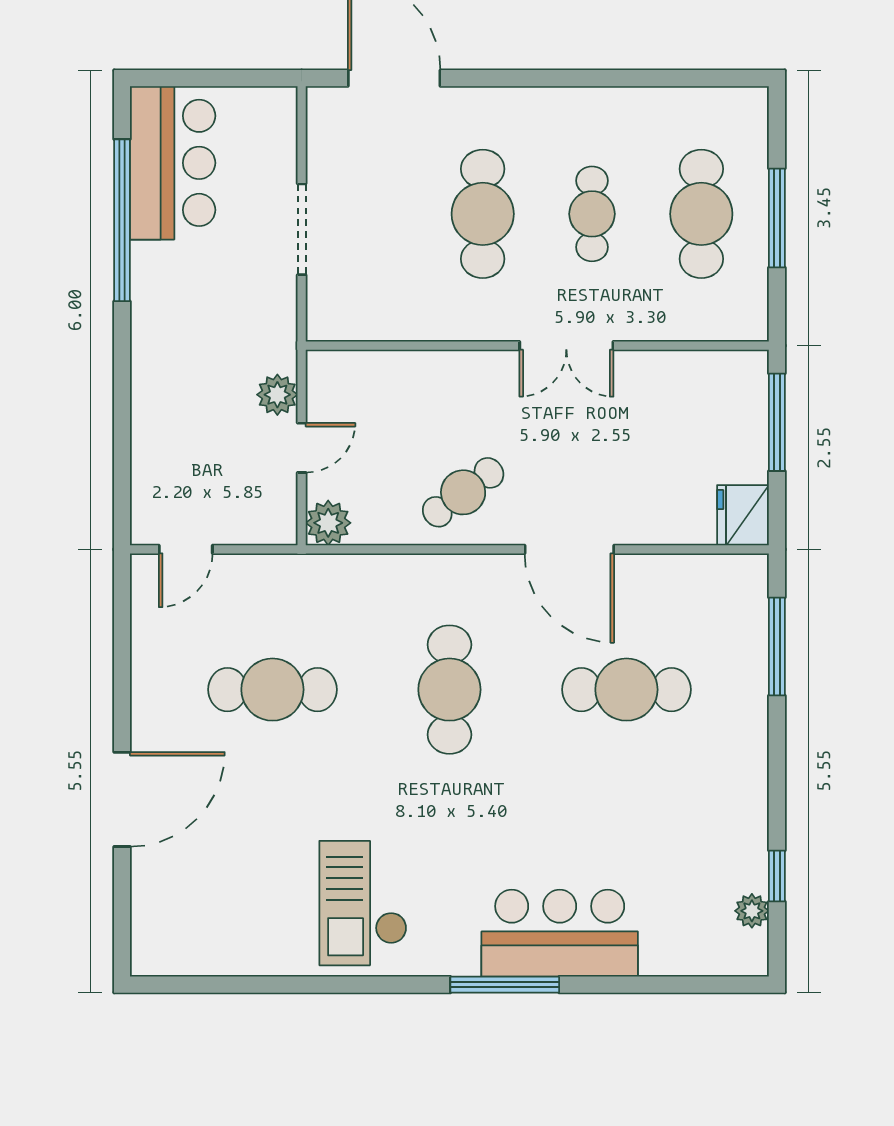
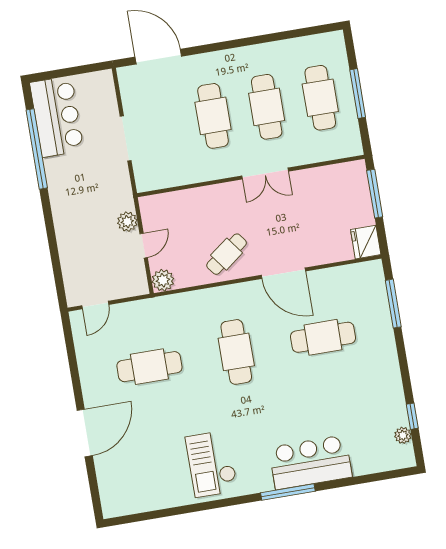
cafe table: (592, 214) -> (267, 107), width x1.37, depth x1.35

